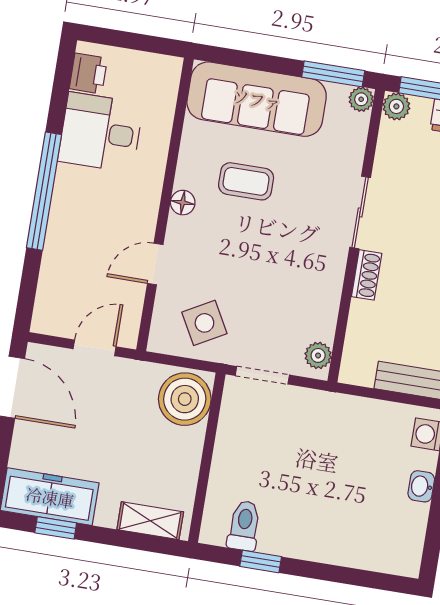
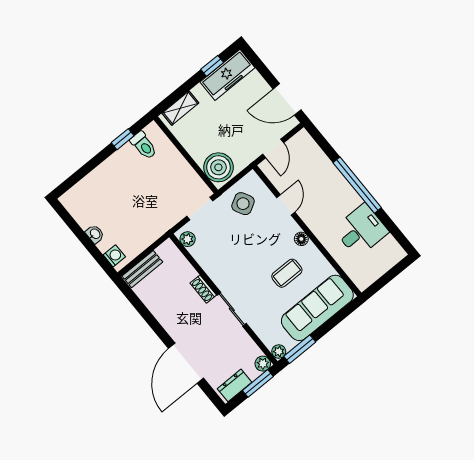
printer: (88, 73) -> (390, 247), removed

